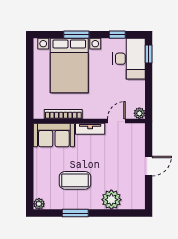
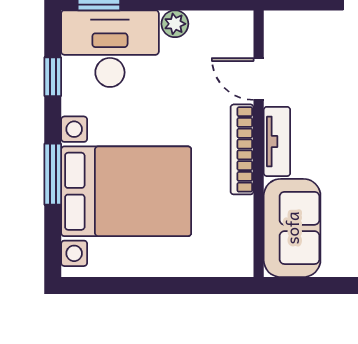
plant: (139, 113) -> (175, 24), moved
bookcase: (63, 114) -> (242, 149), moved

